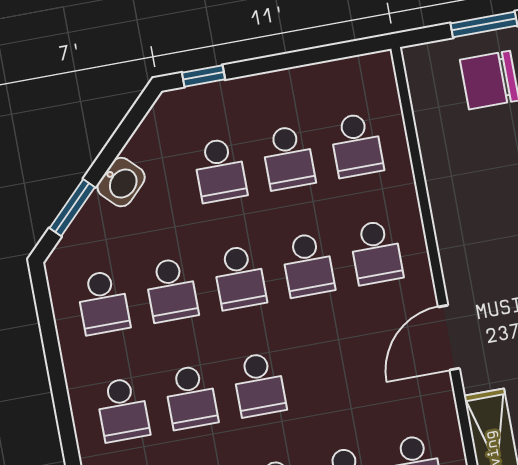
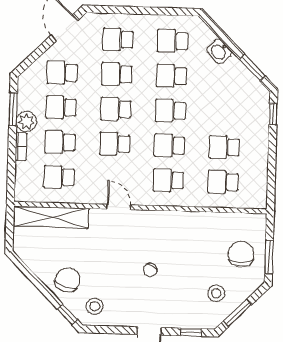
school desk: (220, 170) -> (115, 144), moved
washbasin: (121, 182) -> (219, 51), moved
window: (72, 208) -> (252, 68), moved
door: (449, 338) -> (119, 207), width x0.73

